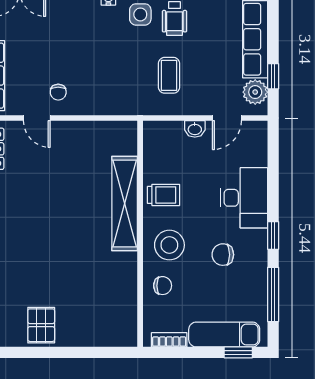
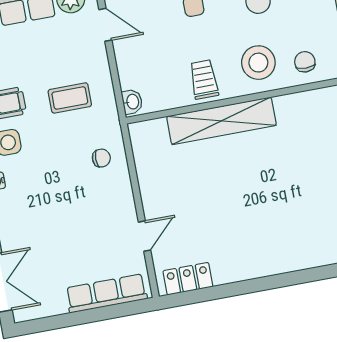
chair: (58, 92) -> (101, 158), moved
washbasin: (195, 129) -> (132, 102), moved

